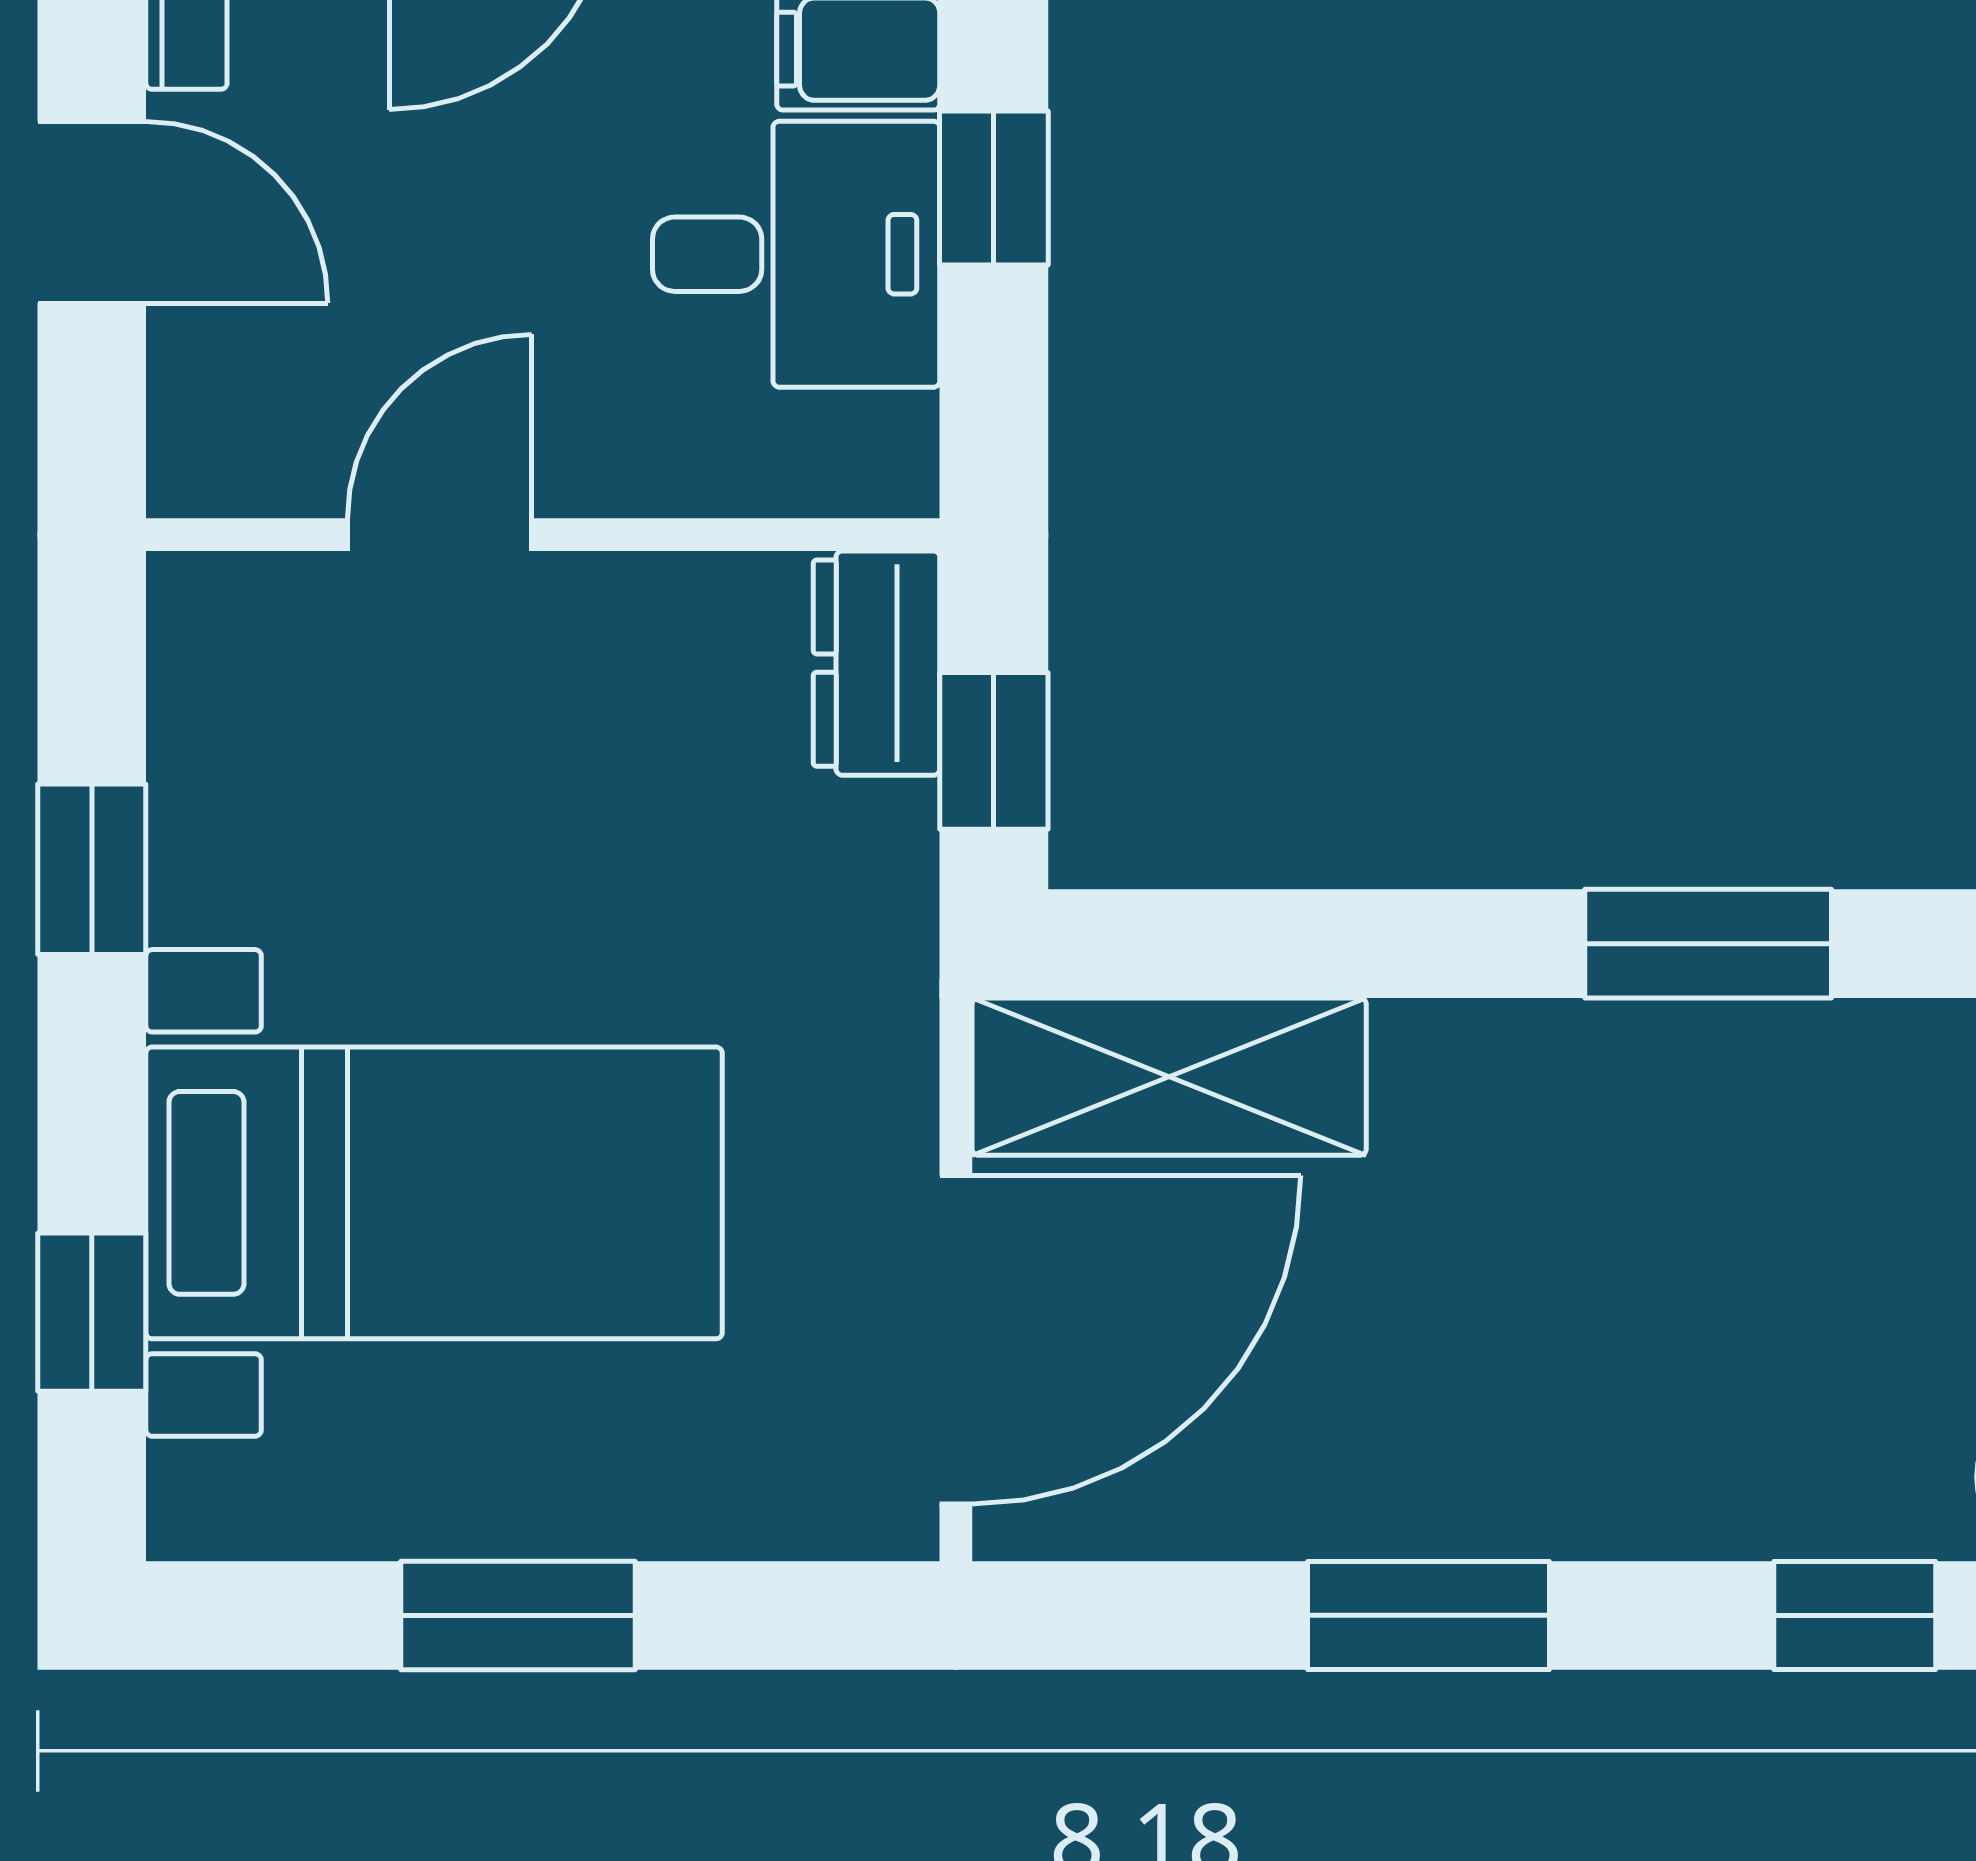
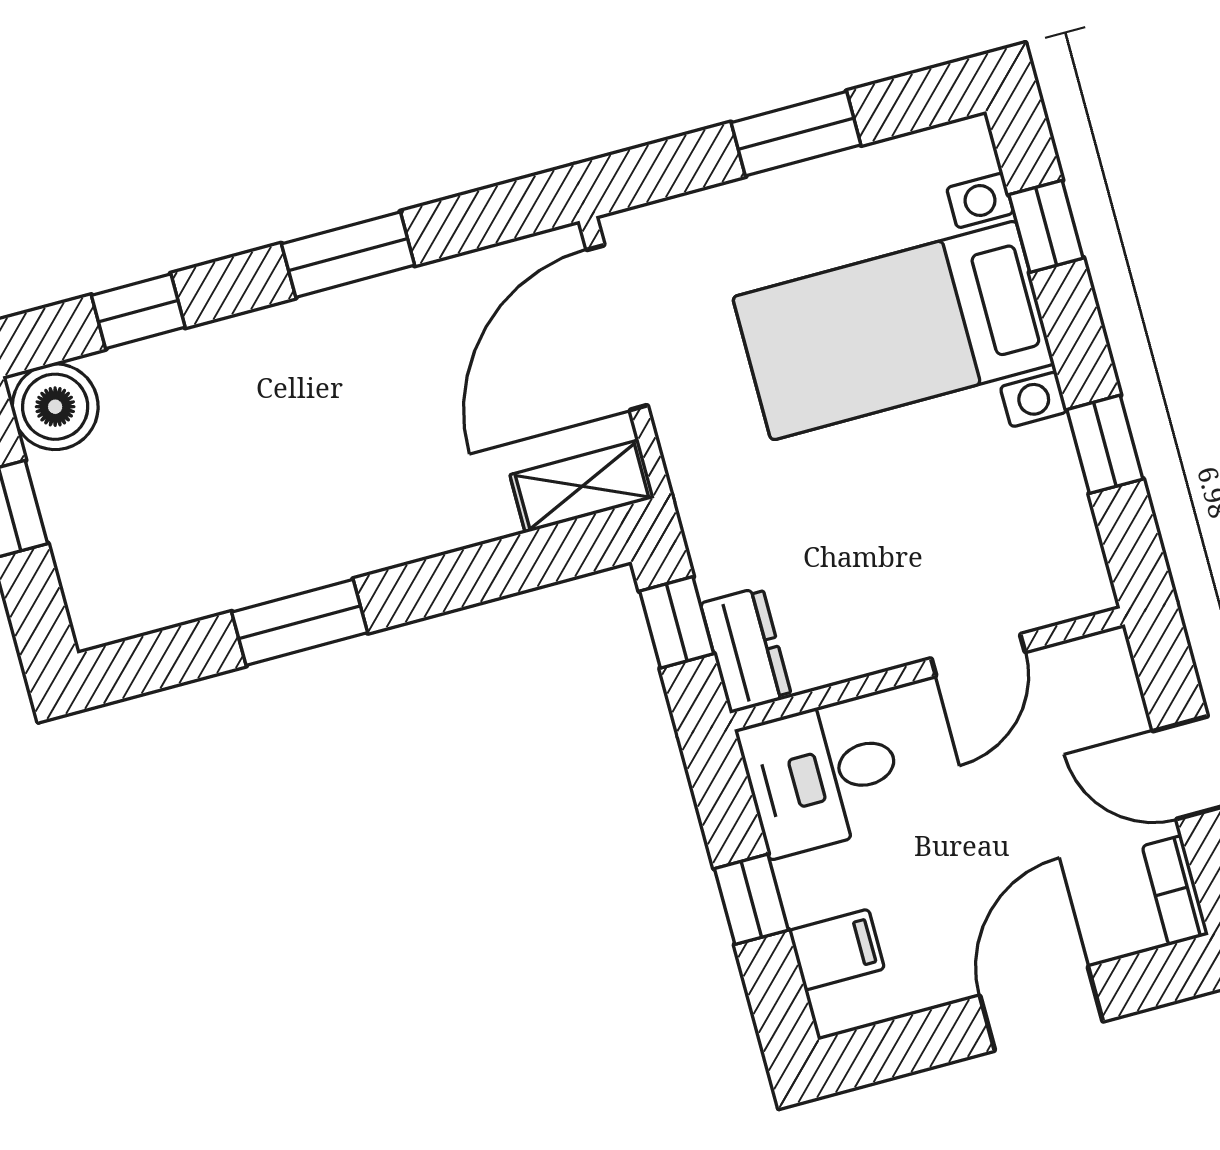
desk: (796, 254) -> (823, 776), moved
shelving: (1169, 1077) -> (582, 486), width x0.67, depth x0.75

